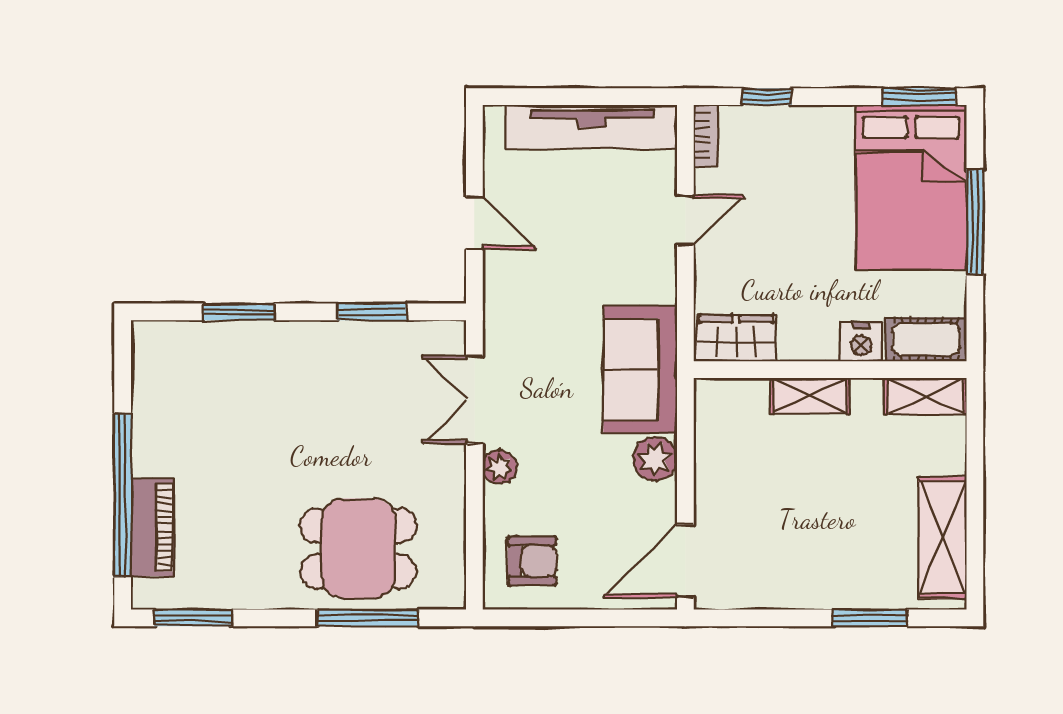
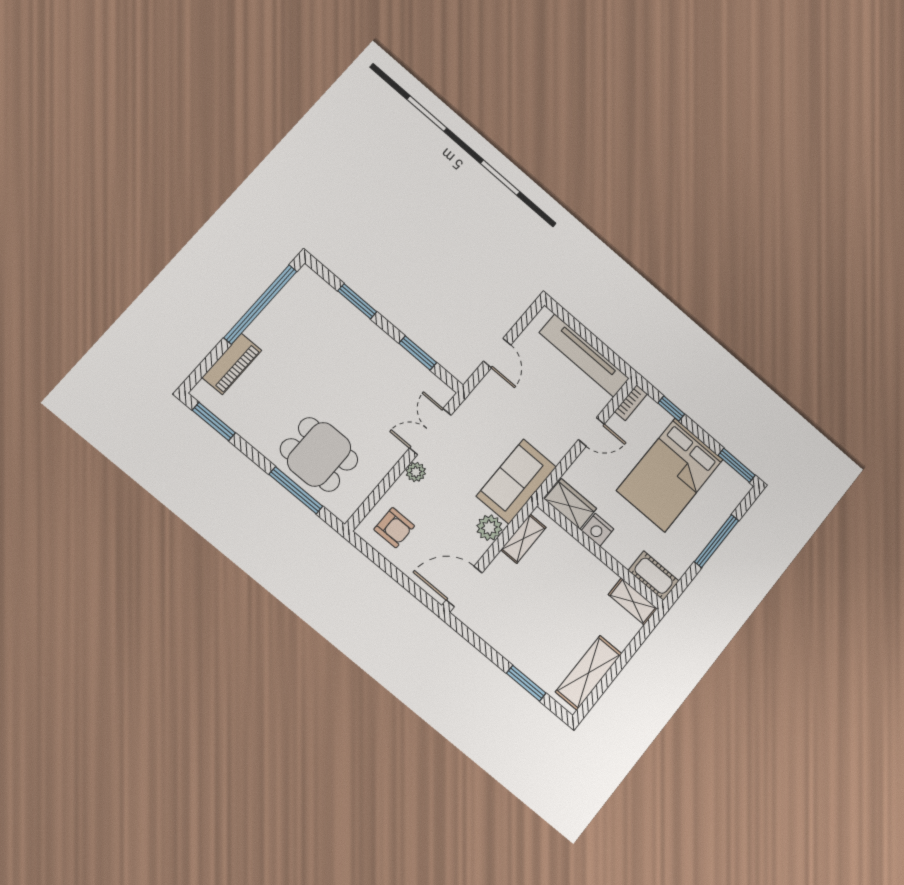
bed: (911, 187) -> (670, 475), moved
nightstand: (861, 342) -> (598, 530), moved
shelving: (810, 396) -> (523, 539), moved, turned 90
window: (123, 495) -> (260, 304), moved

